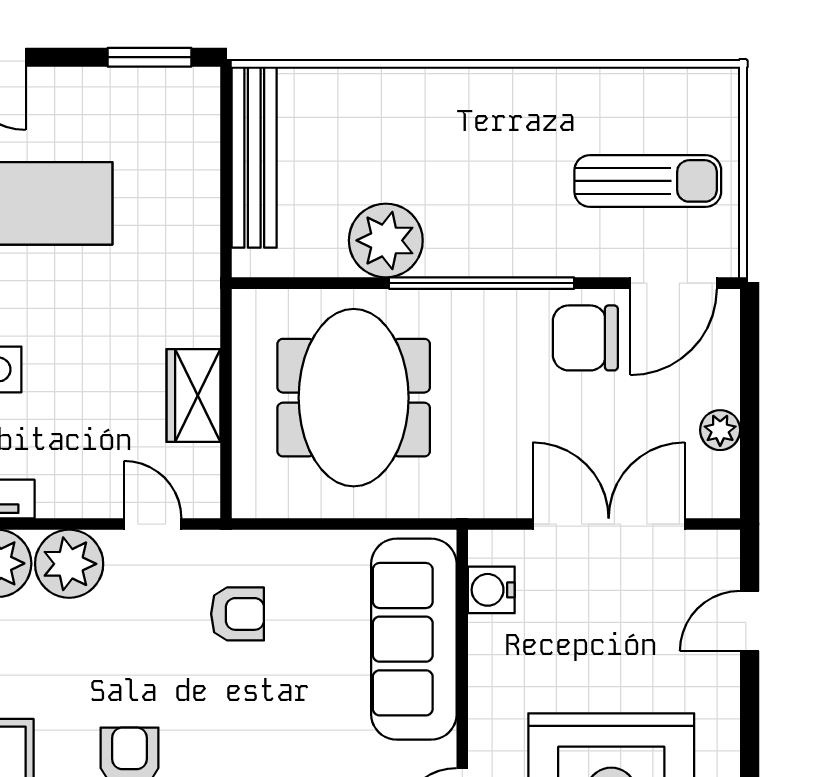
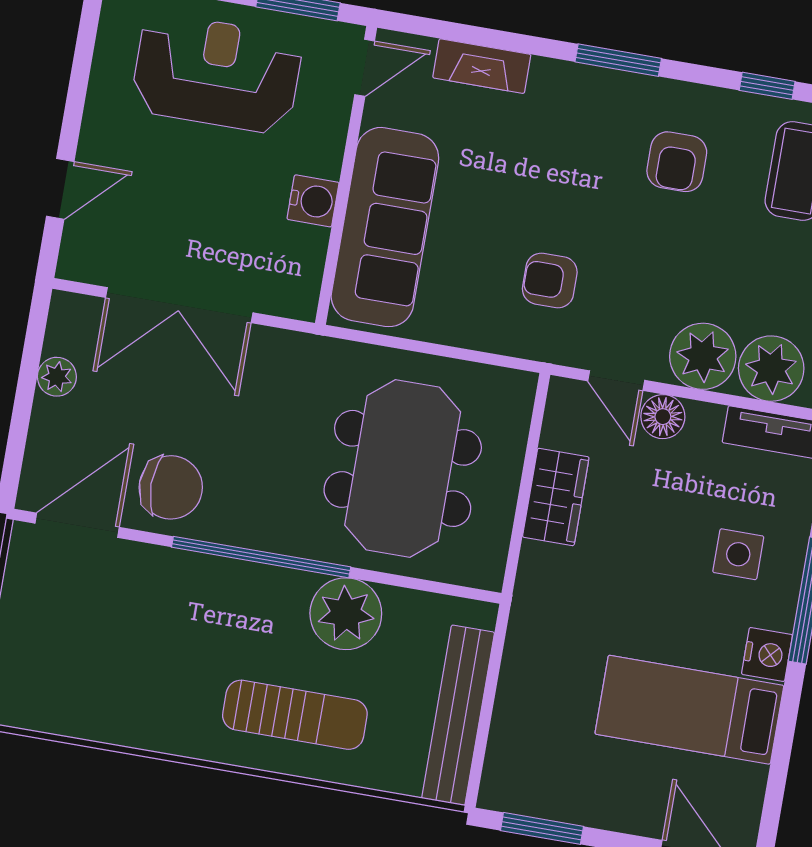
sun lounger: (648, 181) -> (295, 715), moved, turned 180
floor lamp: (99, 496) -> (663, 417), added
water cooler: (491, 590) -> (313, 201), moved

